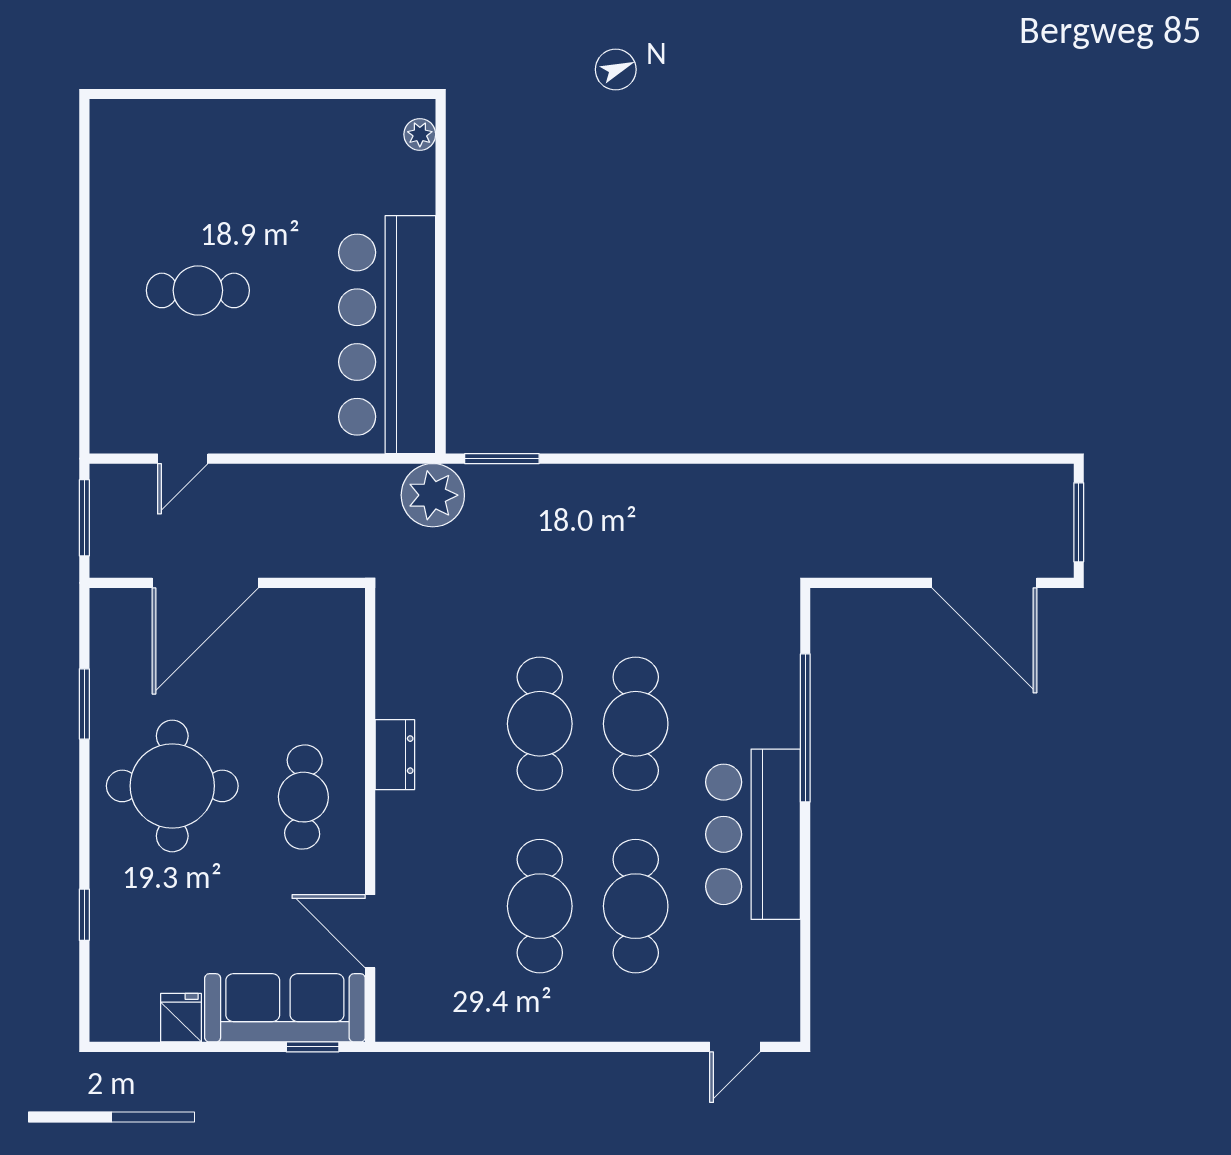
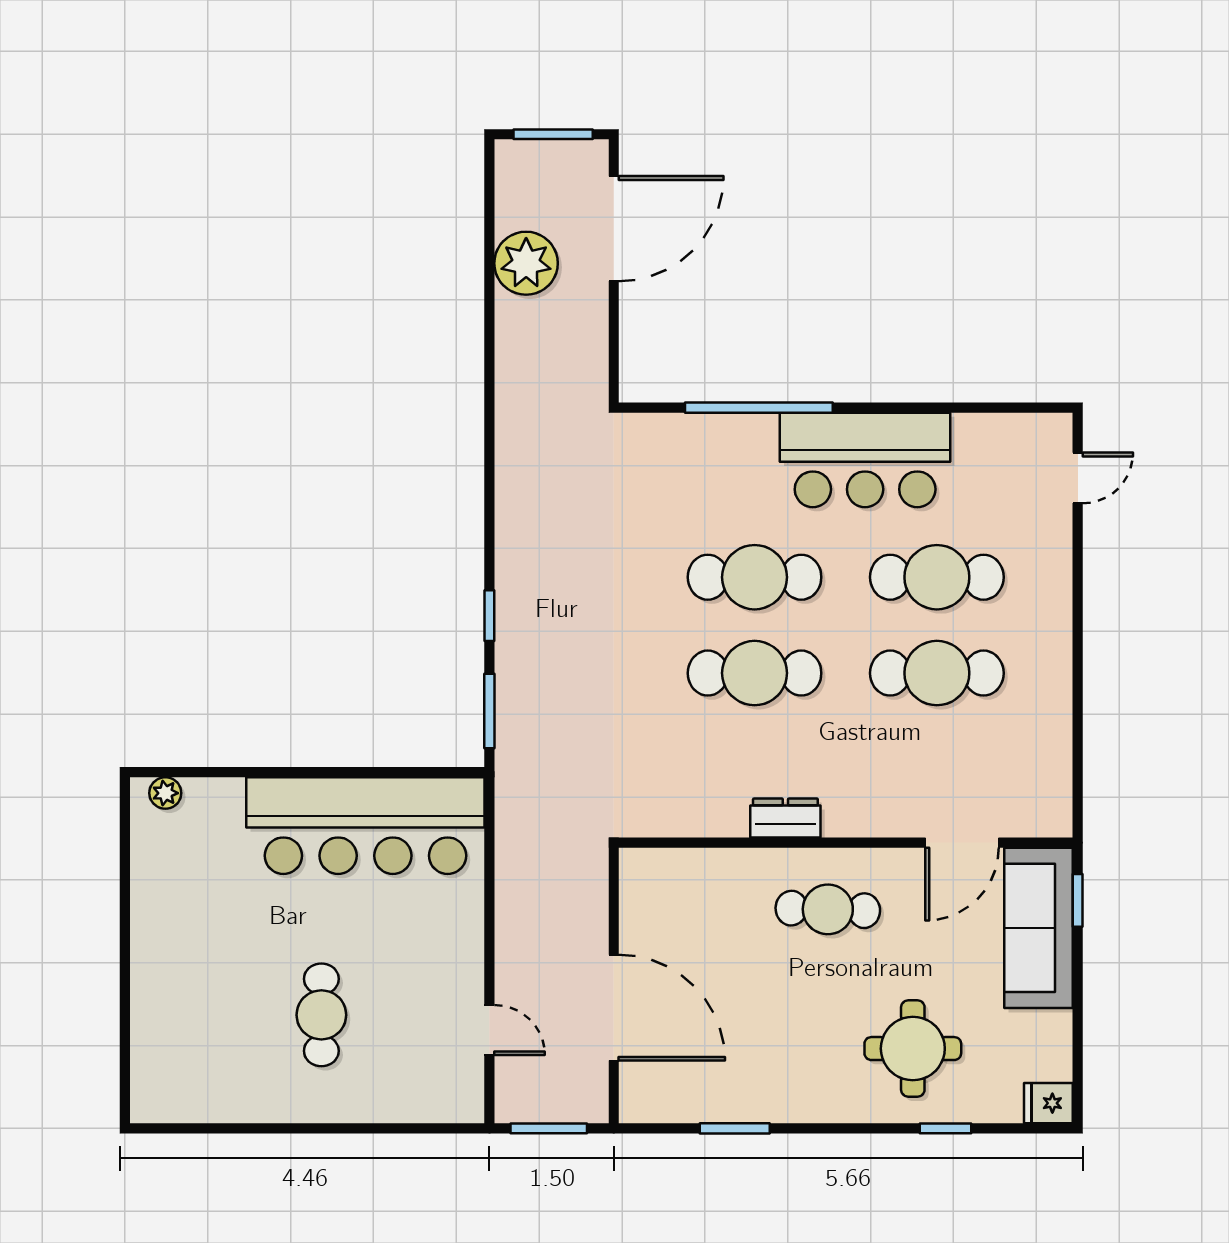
window: (597, 459) -> (489, 616), added
plant: (433, 495) -> (526, 263), moved
round table: (172, 786) -> (913, 1049), moved, width x0.73, depth x0.73
fridge: (181, 1018) -> (1048, 1103), moved
door: (735, 1047) -> (1078, 478), hinge flipped

